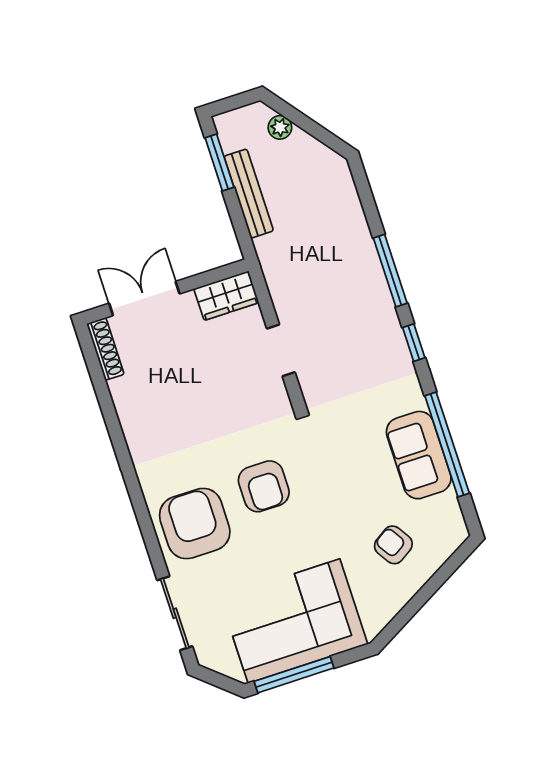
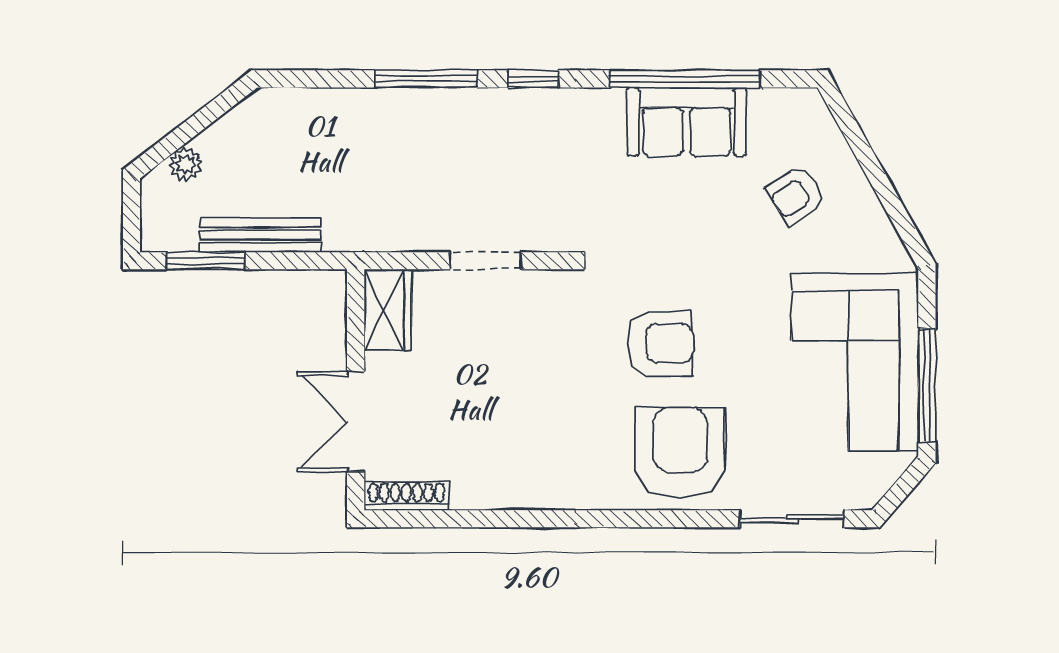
armchair: (195, 524) -> (680, 453), turned 90

